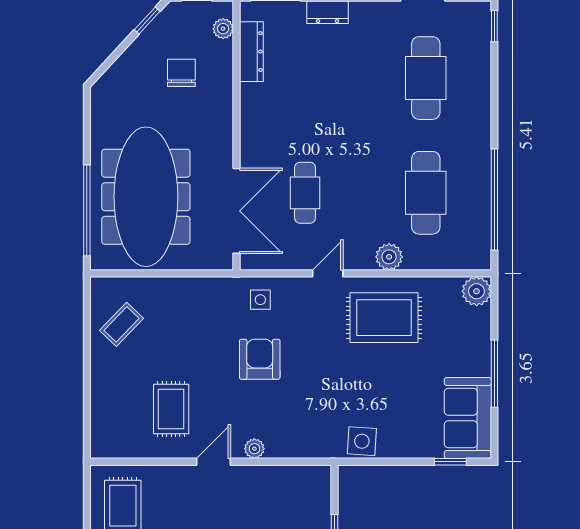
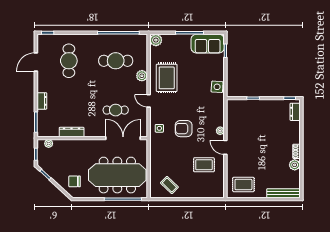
dresser: (251, 52) -> (72, 132), moved
chair: (181, 73) -> (75, 181), moved
cafe table: (426, 78) -> (69, 61), turned 90

